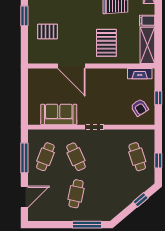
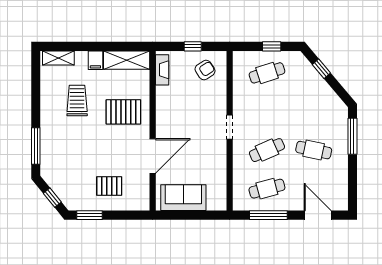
pallet: (48, 32) -> (109, 186), turned 90
sofa: (59, 114) -> (183, 198), moved, turned 90
cafe table: (45, 157) -> (267, 189), turned -36

